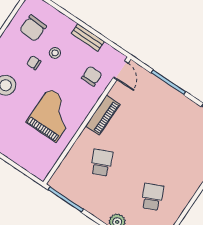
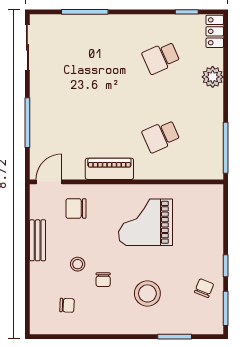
chair: (33, 28) -> (67, 305), width x0.54, depth x0.54

